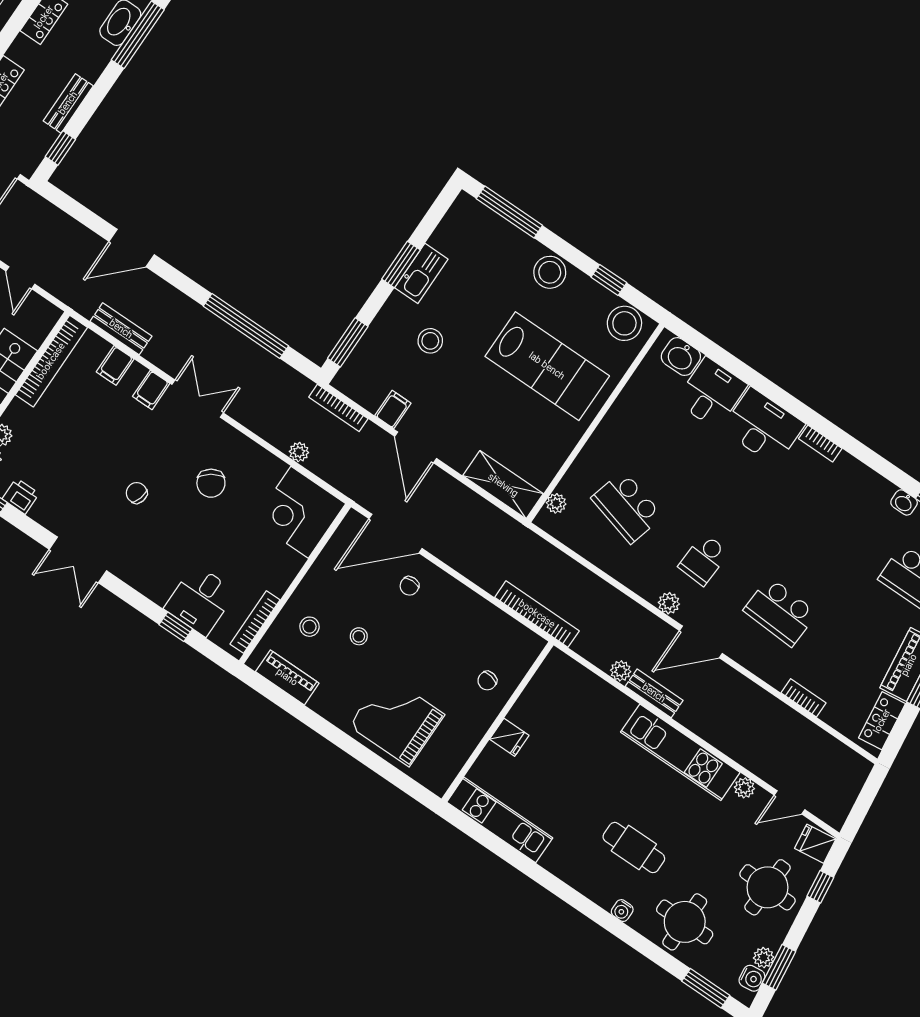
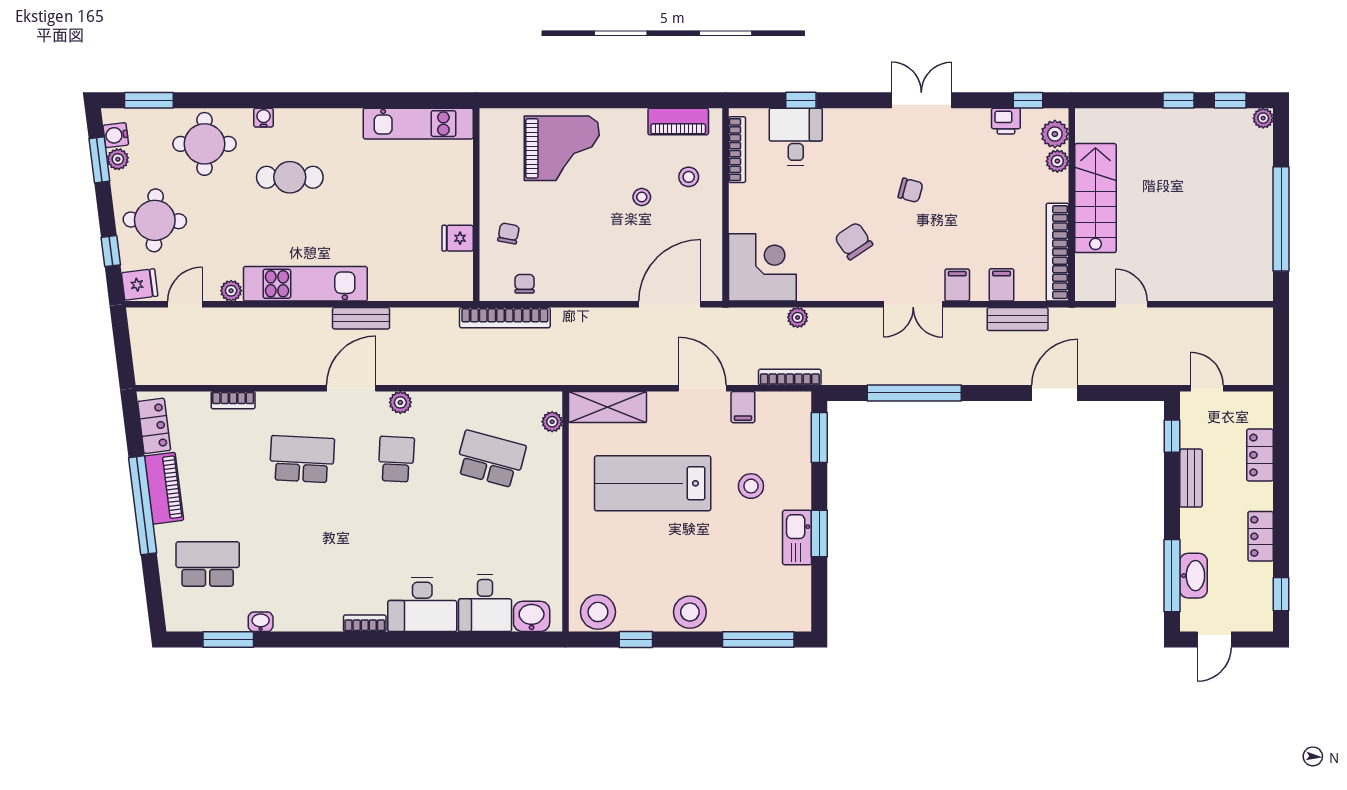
lab bench: (547, 366) -> (653, 483), moved
chair: (409, 586) -> (525, 284), moved
plant: (621, 671) -> (402, 318), removed
fridge: (509, 737) -> (458, 238), moved

